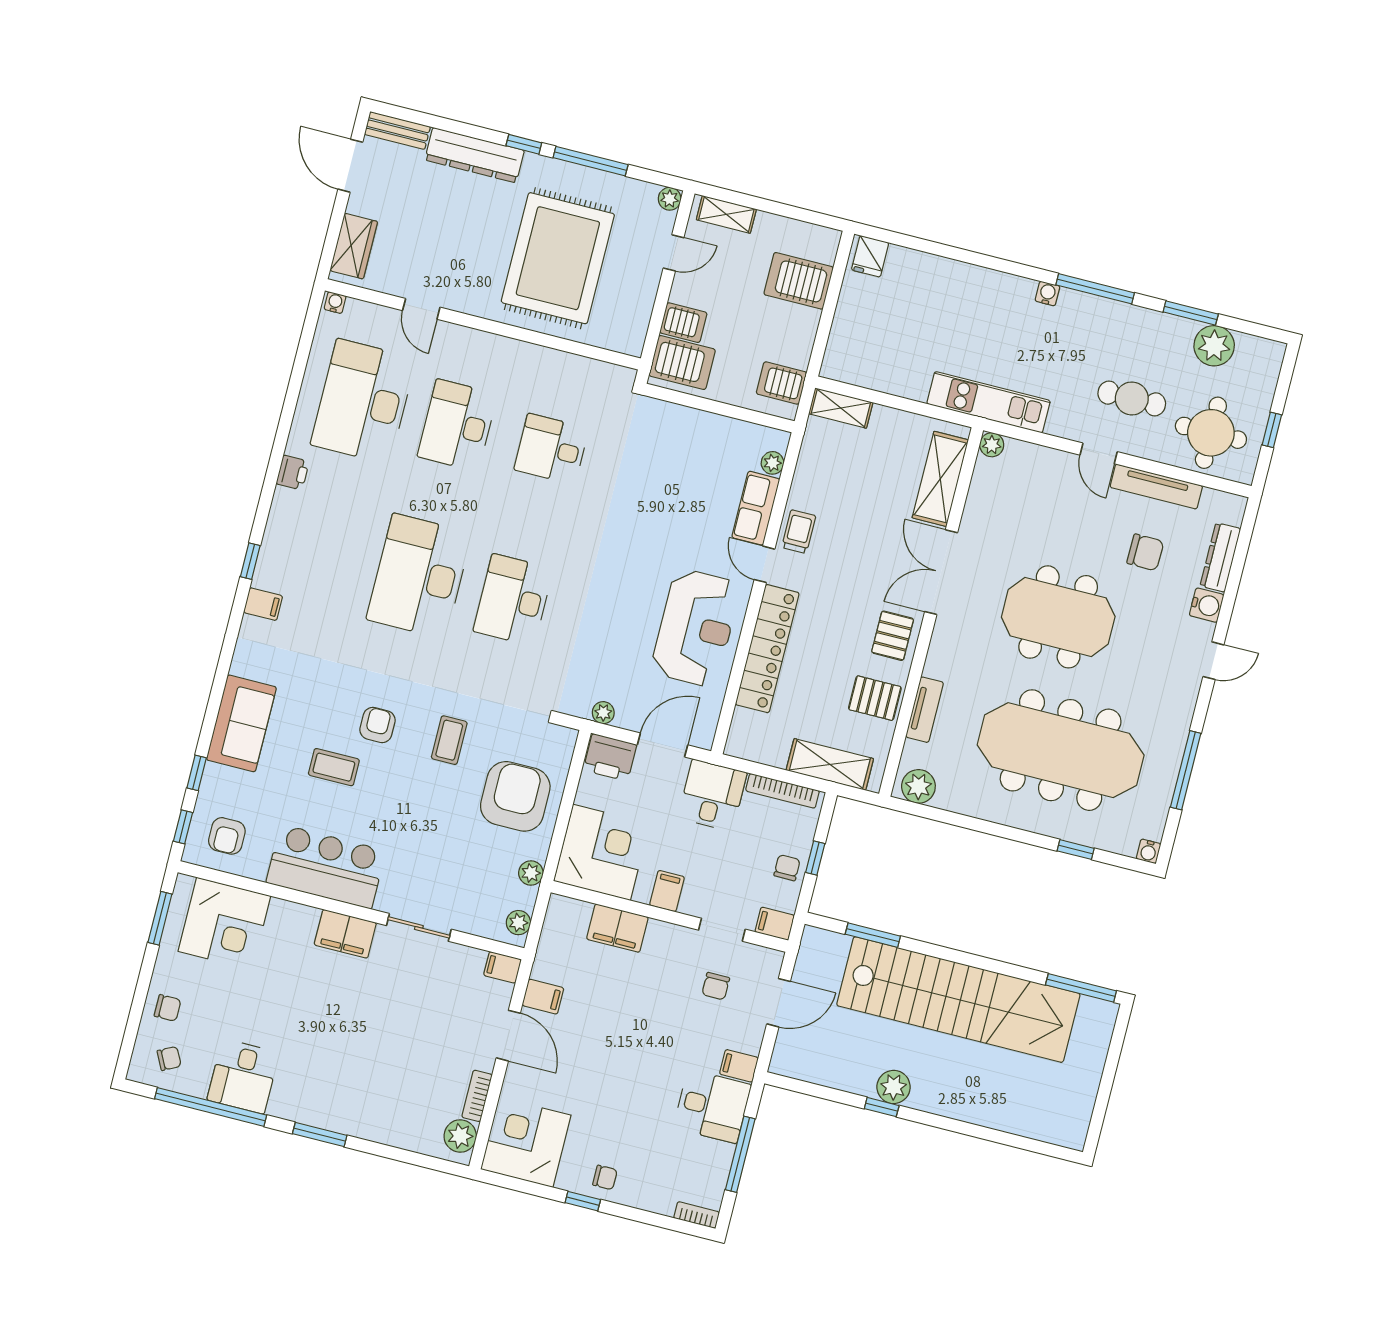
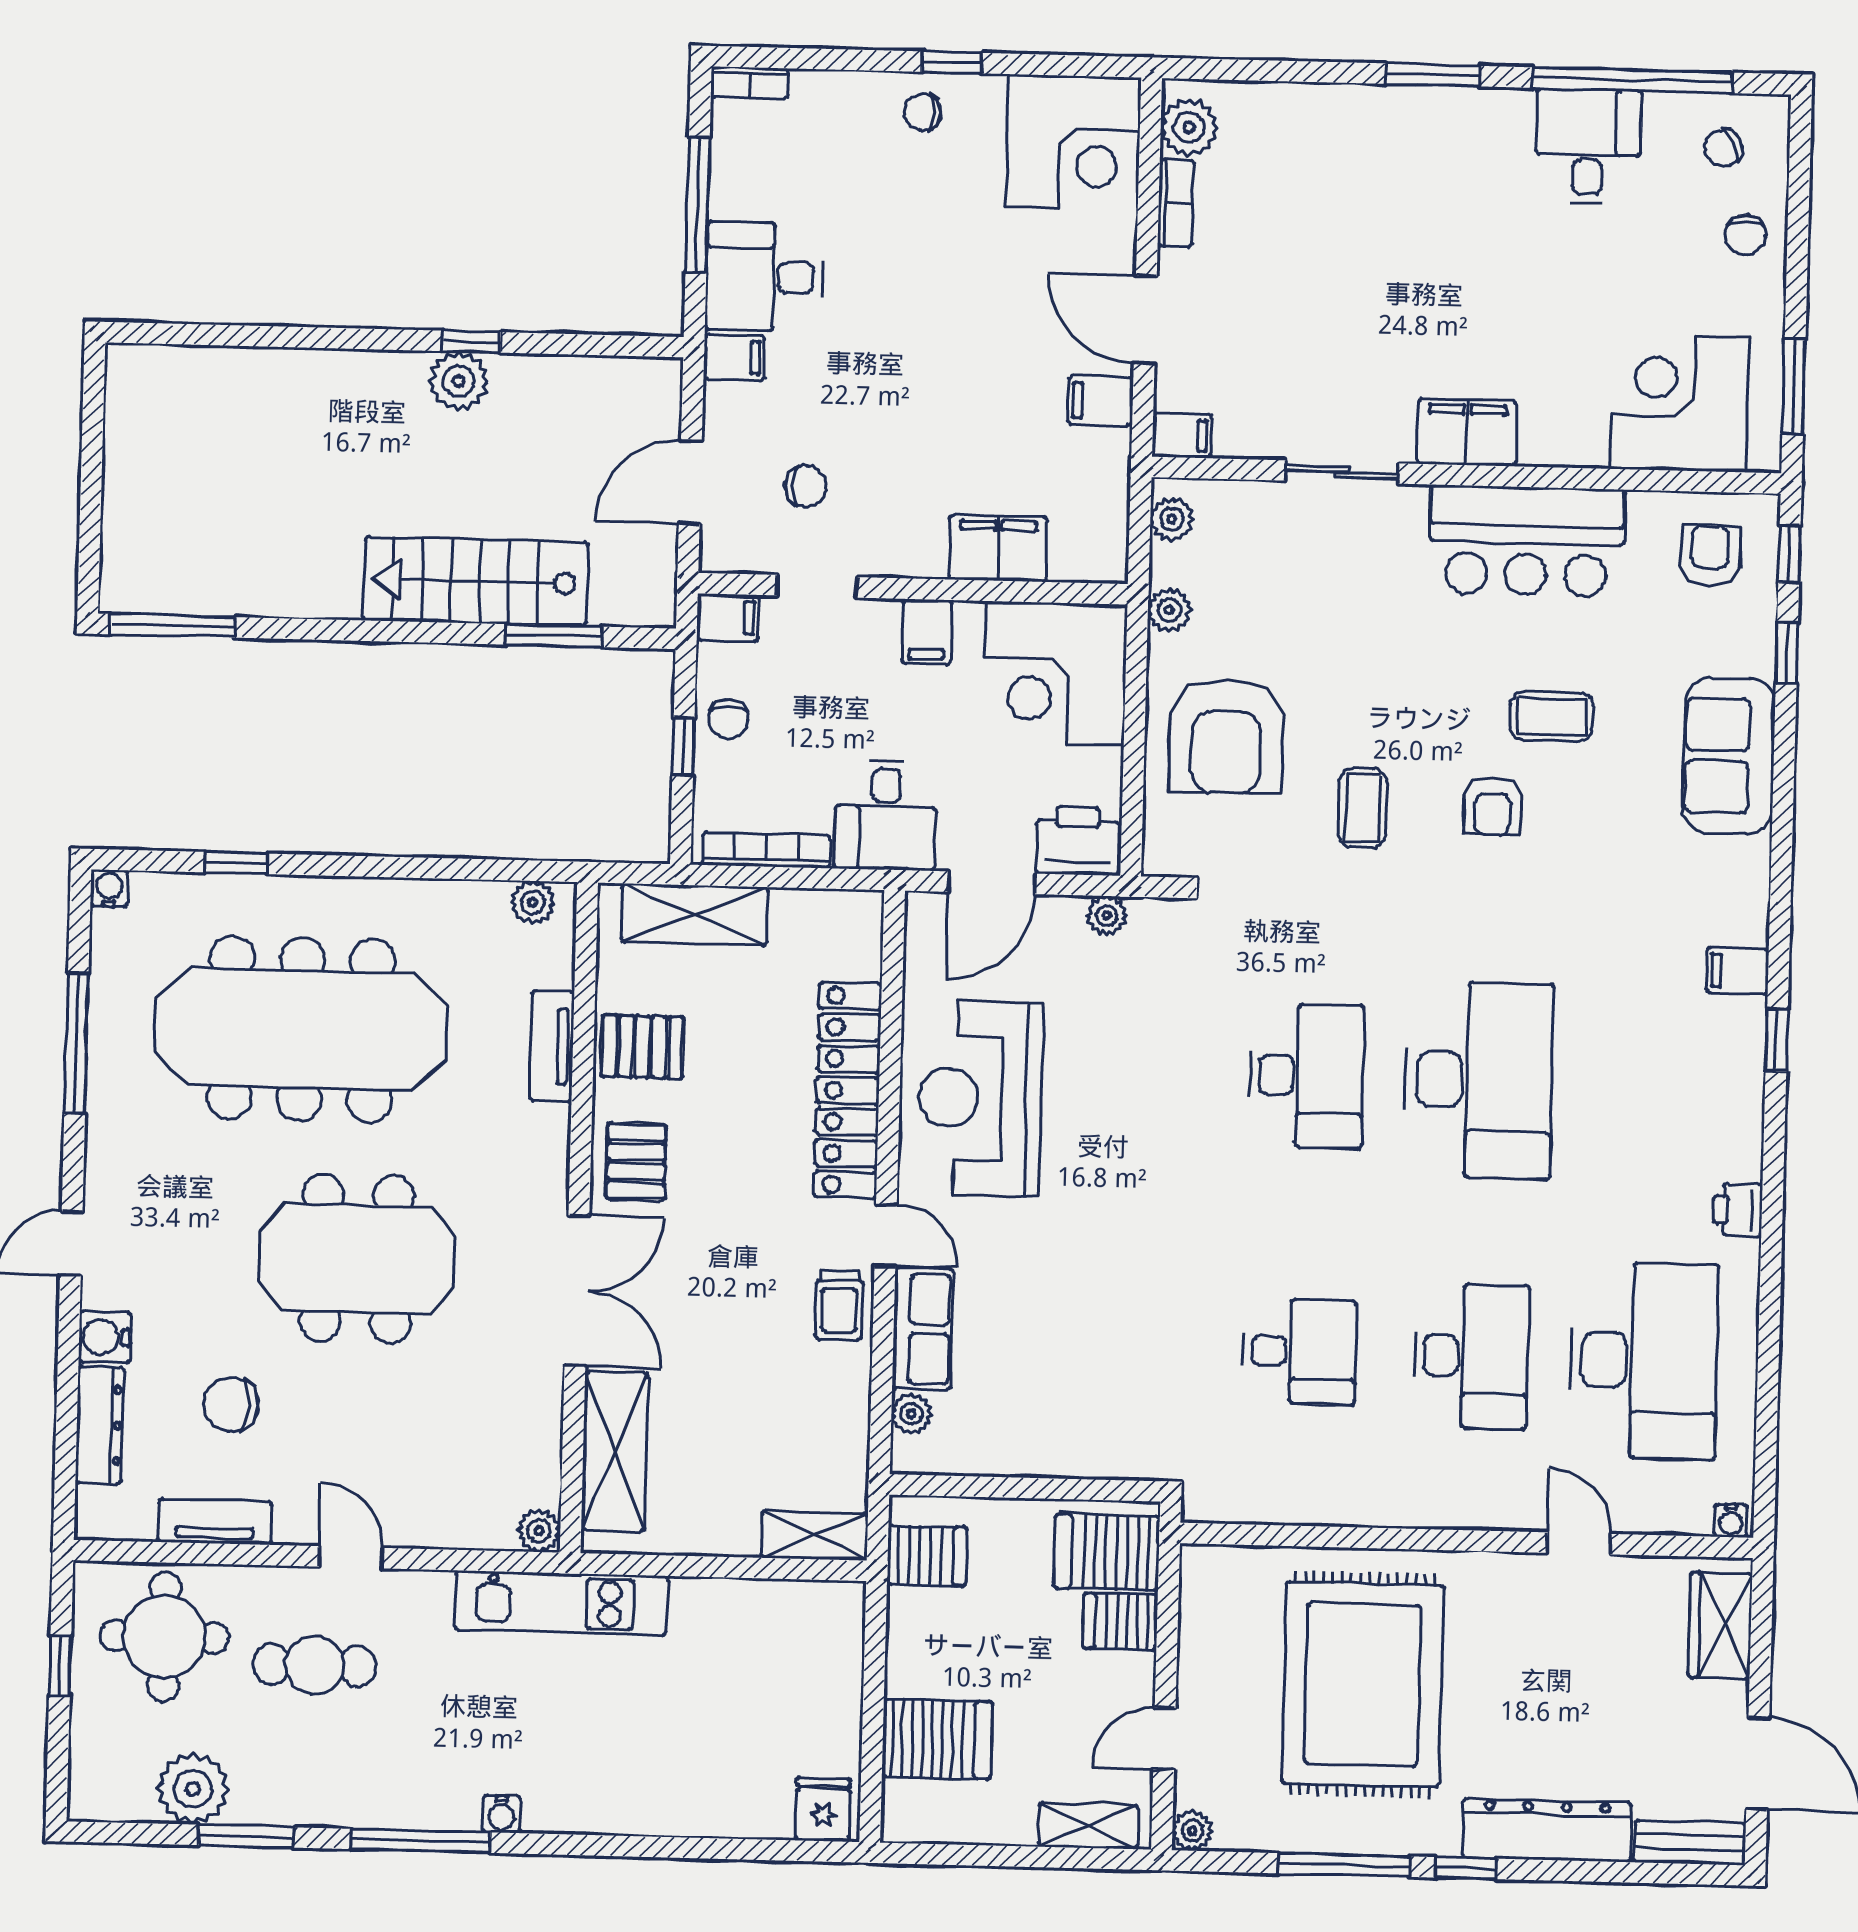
tv unit: (1156, 487) -> (215, 1522), width x0.71
plant: (918, 786) -> (533, 903), width x0.73, depth x0.73
chair: (716, 986) -> (806, 486), turned 90
stairs: (958, 1000) -> (476, 581), width x0.54, depth x0.66
chair: (168, 1008) -> (1746, 235), turned -90

